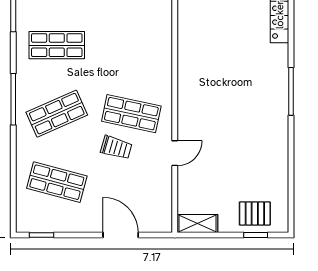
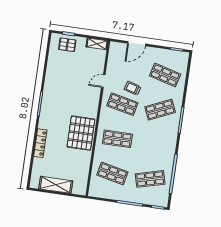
shop shelf: (57, 45) -> (117, 139), moved
pallet: (204, 46) -> (81, 133), added
door: (121, 235) -> (137, 44), hinge flipped

